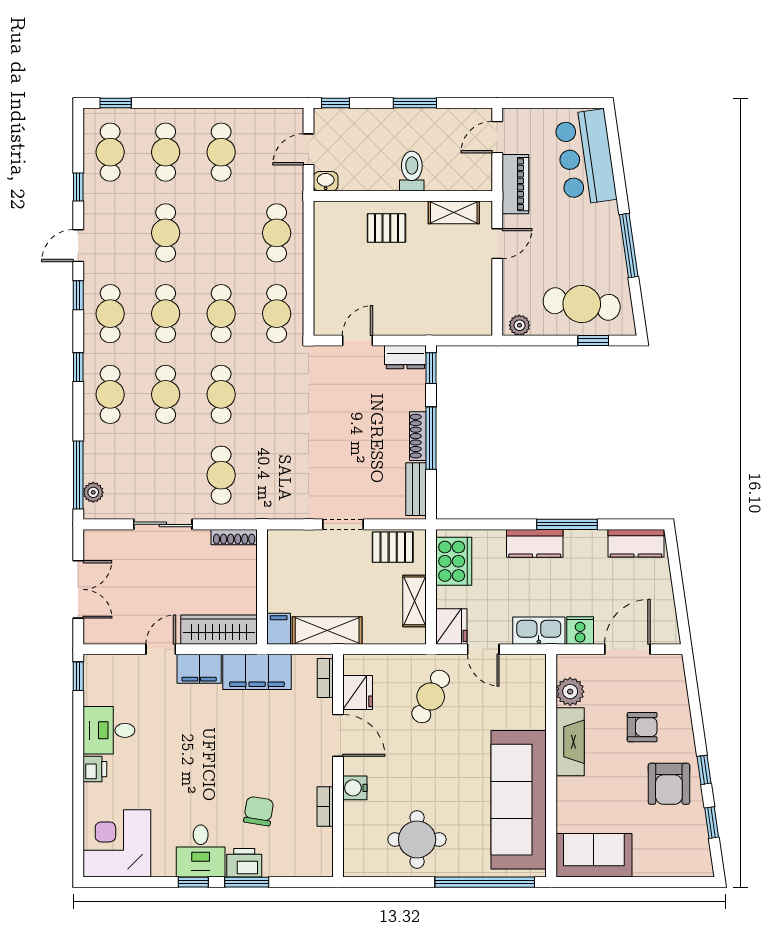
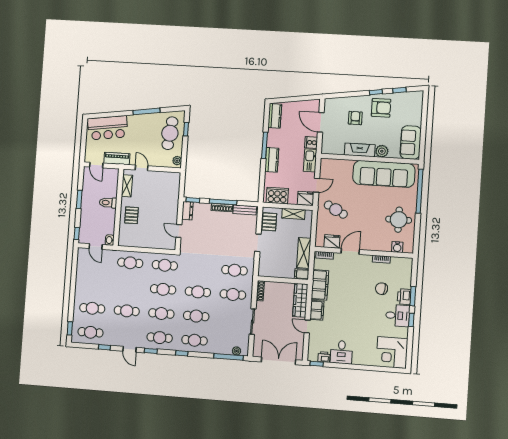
cafe table: (221, 152) -> (235, 270), moved
double door: (78, 589) -> (278, 361), width x1.37
plant: (570, 692) -> (382, 151), moved
printer: (95, 769) -> (324, 357), moved
water cooler: (355, 788) -> (397, 247), moved

